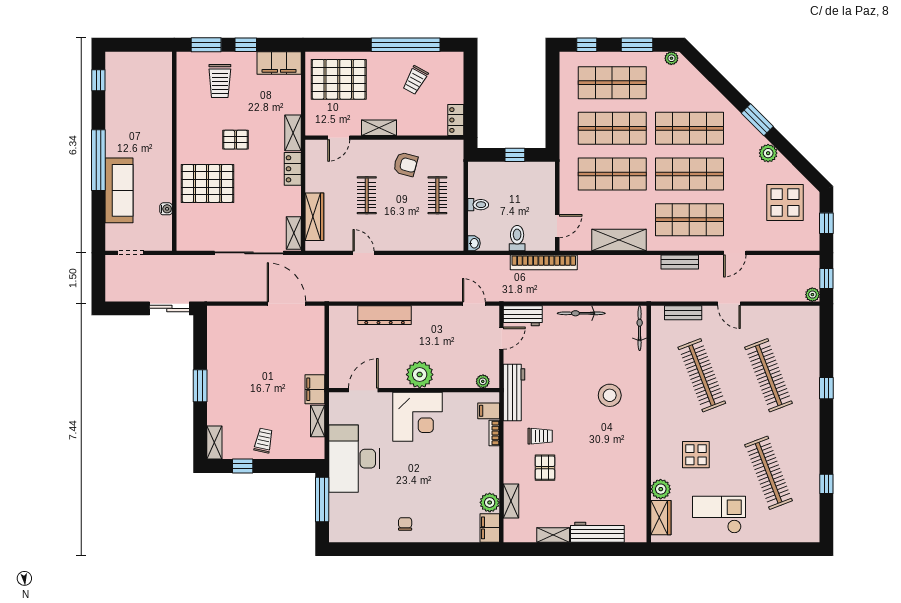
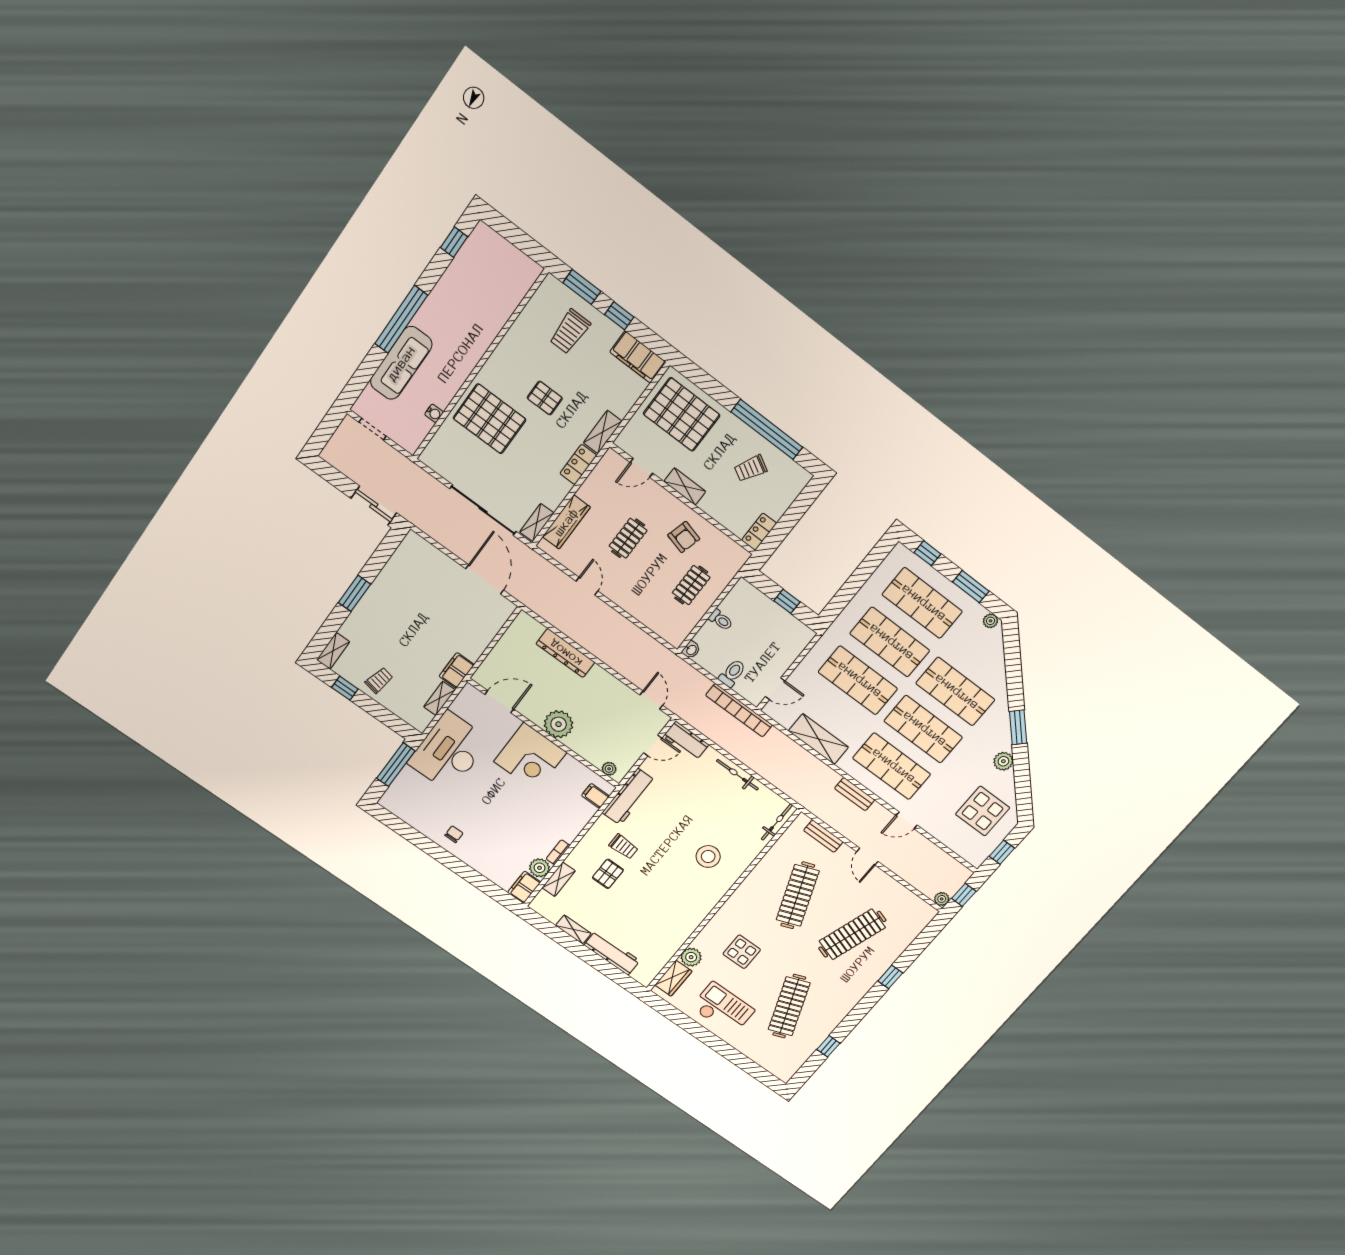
clothes rail: (769, 375) -> (852, 934), turned 39
bookcase: (494, 433) -> (558, 852), moved

